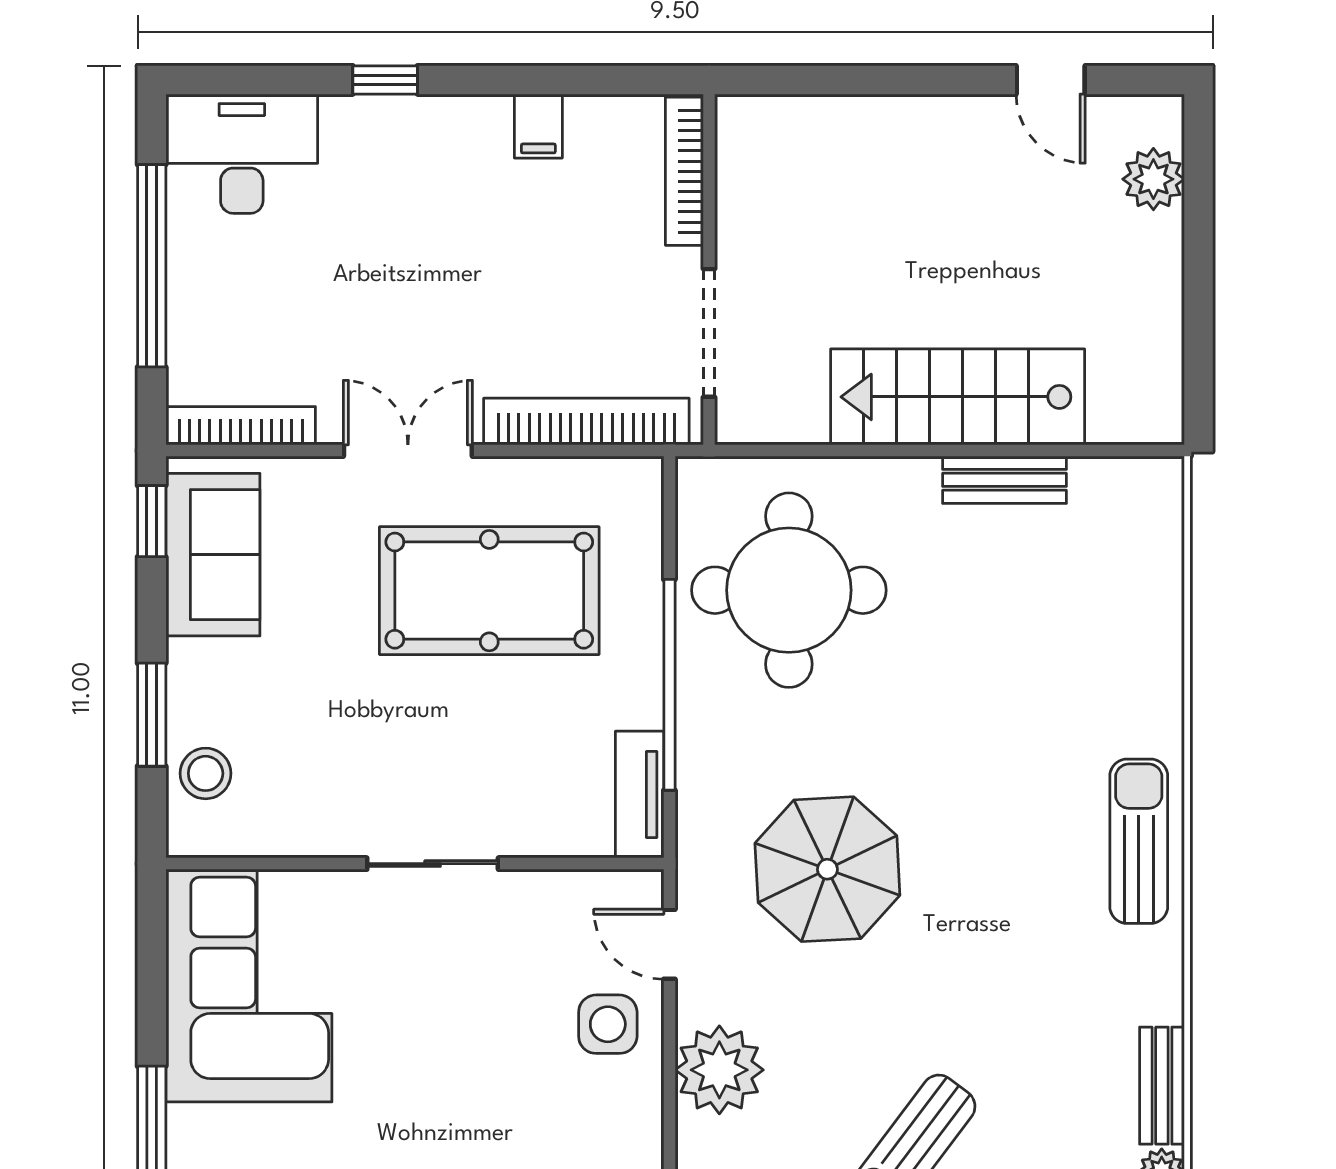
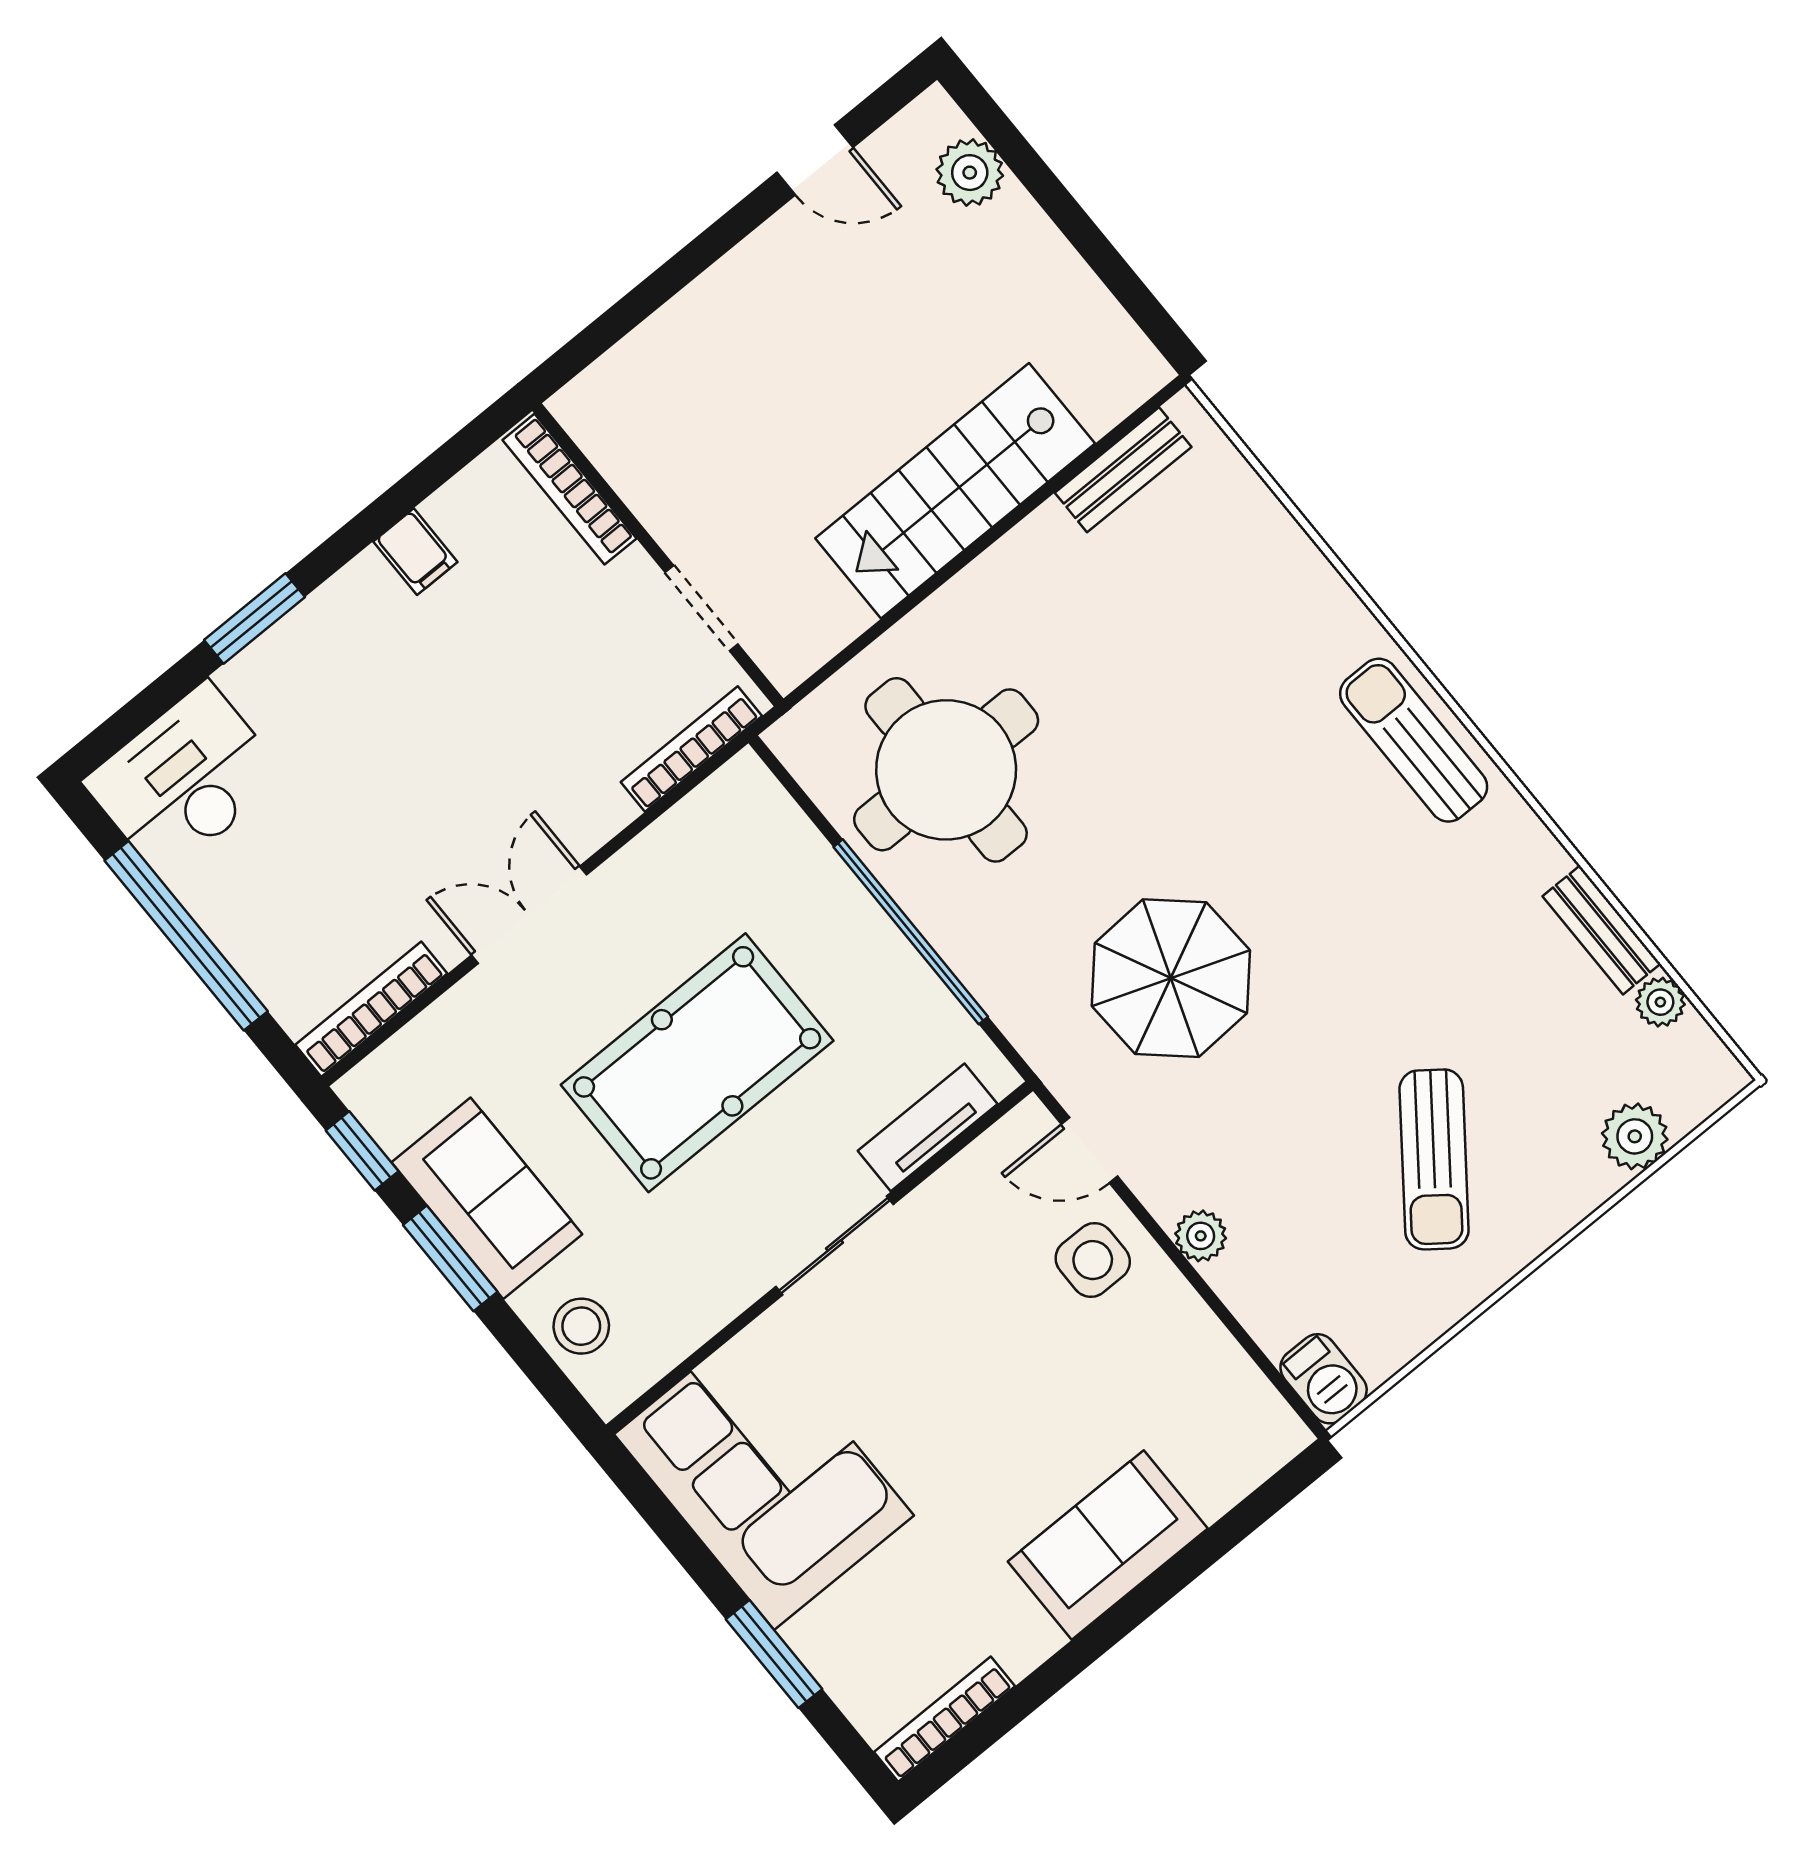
window: (385, 80) -> (255, 618), width x1.50
doorway: (709, 333) -> (702, 608), width x0.73
bookcase: (586, 422) -> (691, 749), width x0.68, depth x0.76
bench: (1004, 480) -> (1123, 470), moved
sofa: (213, 555) -> (487, 1198), moved
pool table: (489, 591) -> (697, 1063), moved
window: (152, 715) -> (450, 1258), moved
tv unit: (640, 795) -> (928, 1127), moved, turned 90
plant: (719, 1070) -> (1201, 1236), width x0.53, depth x0.53

